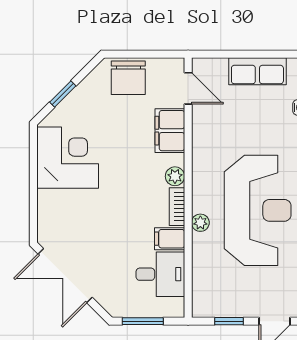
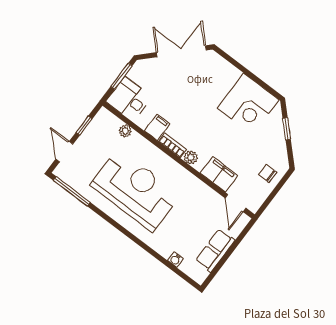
chair: (128, 78) -> (268, 173), width x0.54, depth x0.54
door: (188, 88) -> (235, 203), hinge flipped
reception desk: (258, 210) -> (135, 190), turned 180
plant: (200, 223) -> (125, 131), moved
desk: (160, 274) -> (129, 99), moved, turned 90

